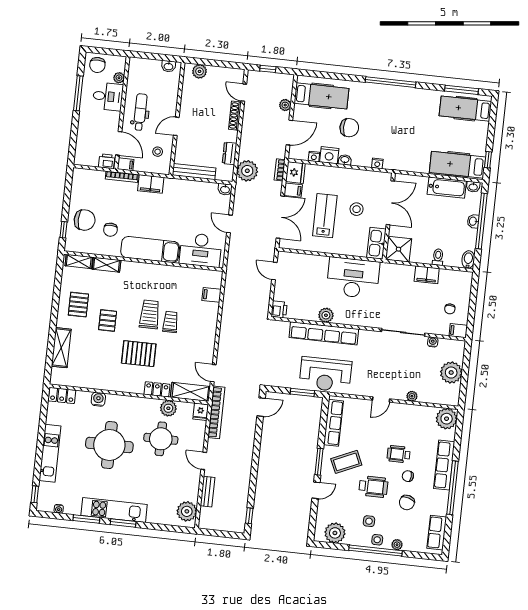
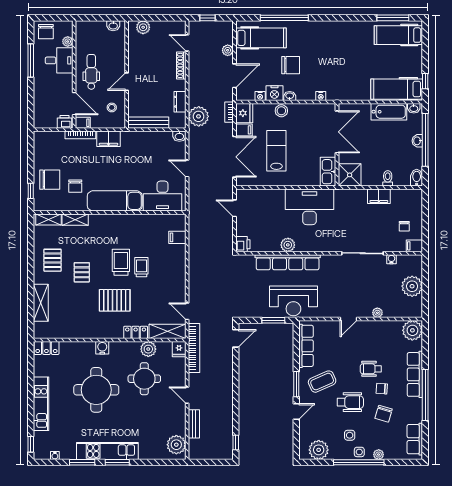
window: (391, 82) -> (284, 18), moved
stool: (357, 209) -> (281, 111), moved
water cooler: (98, 399) -> (102, 348), moved

